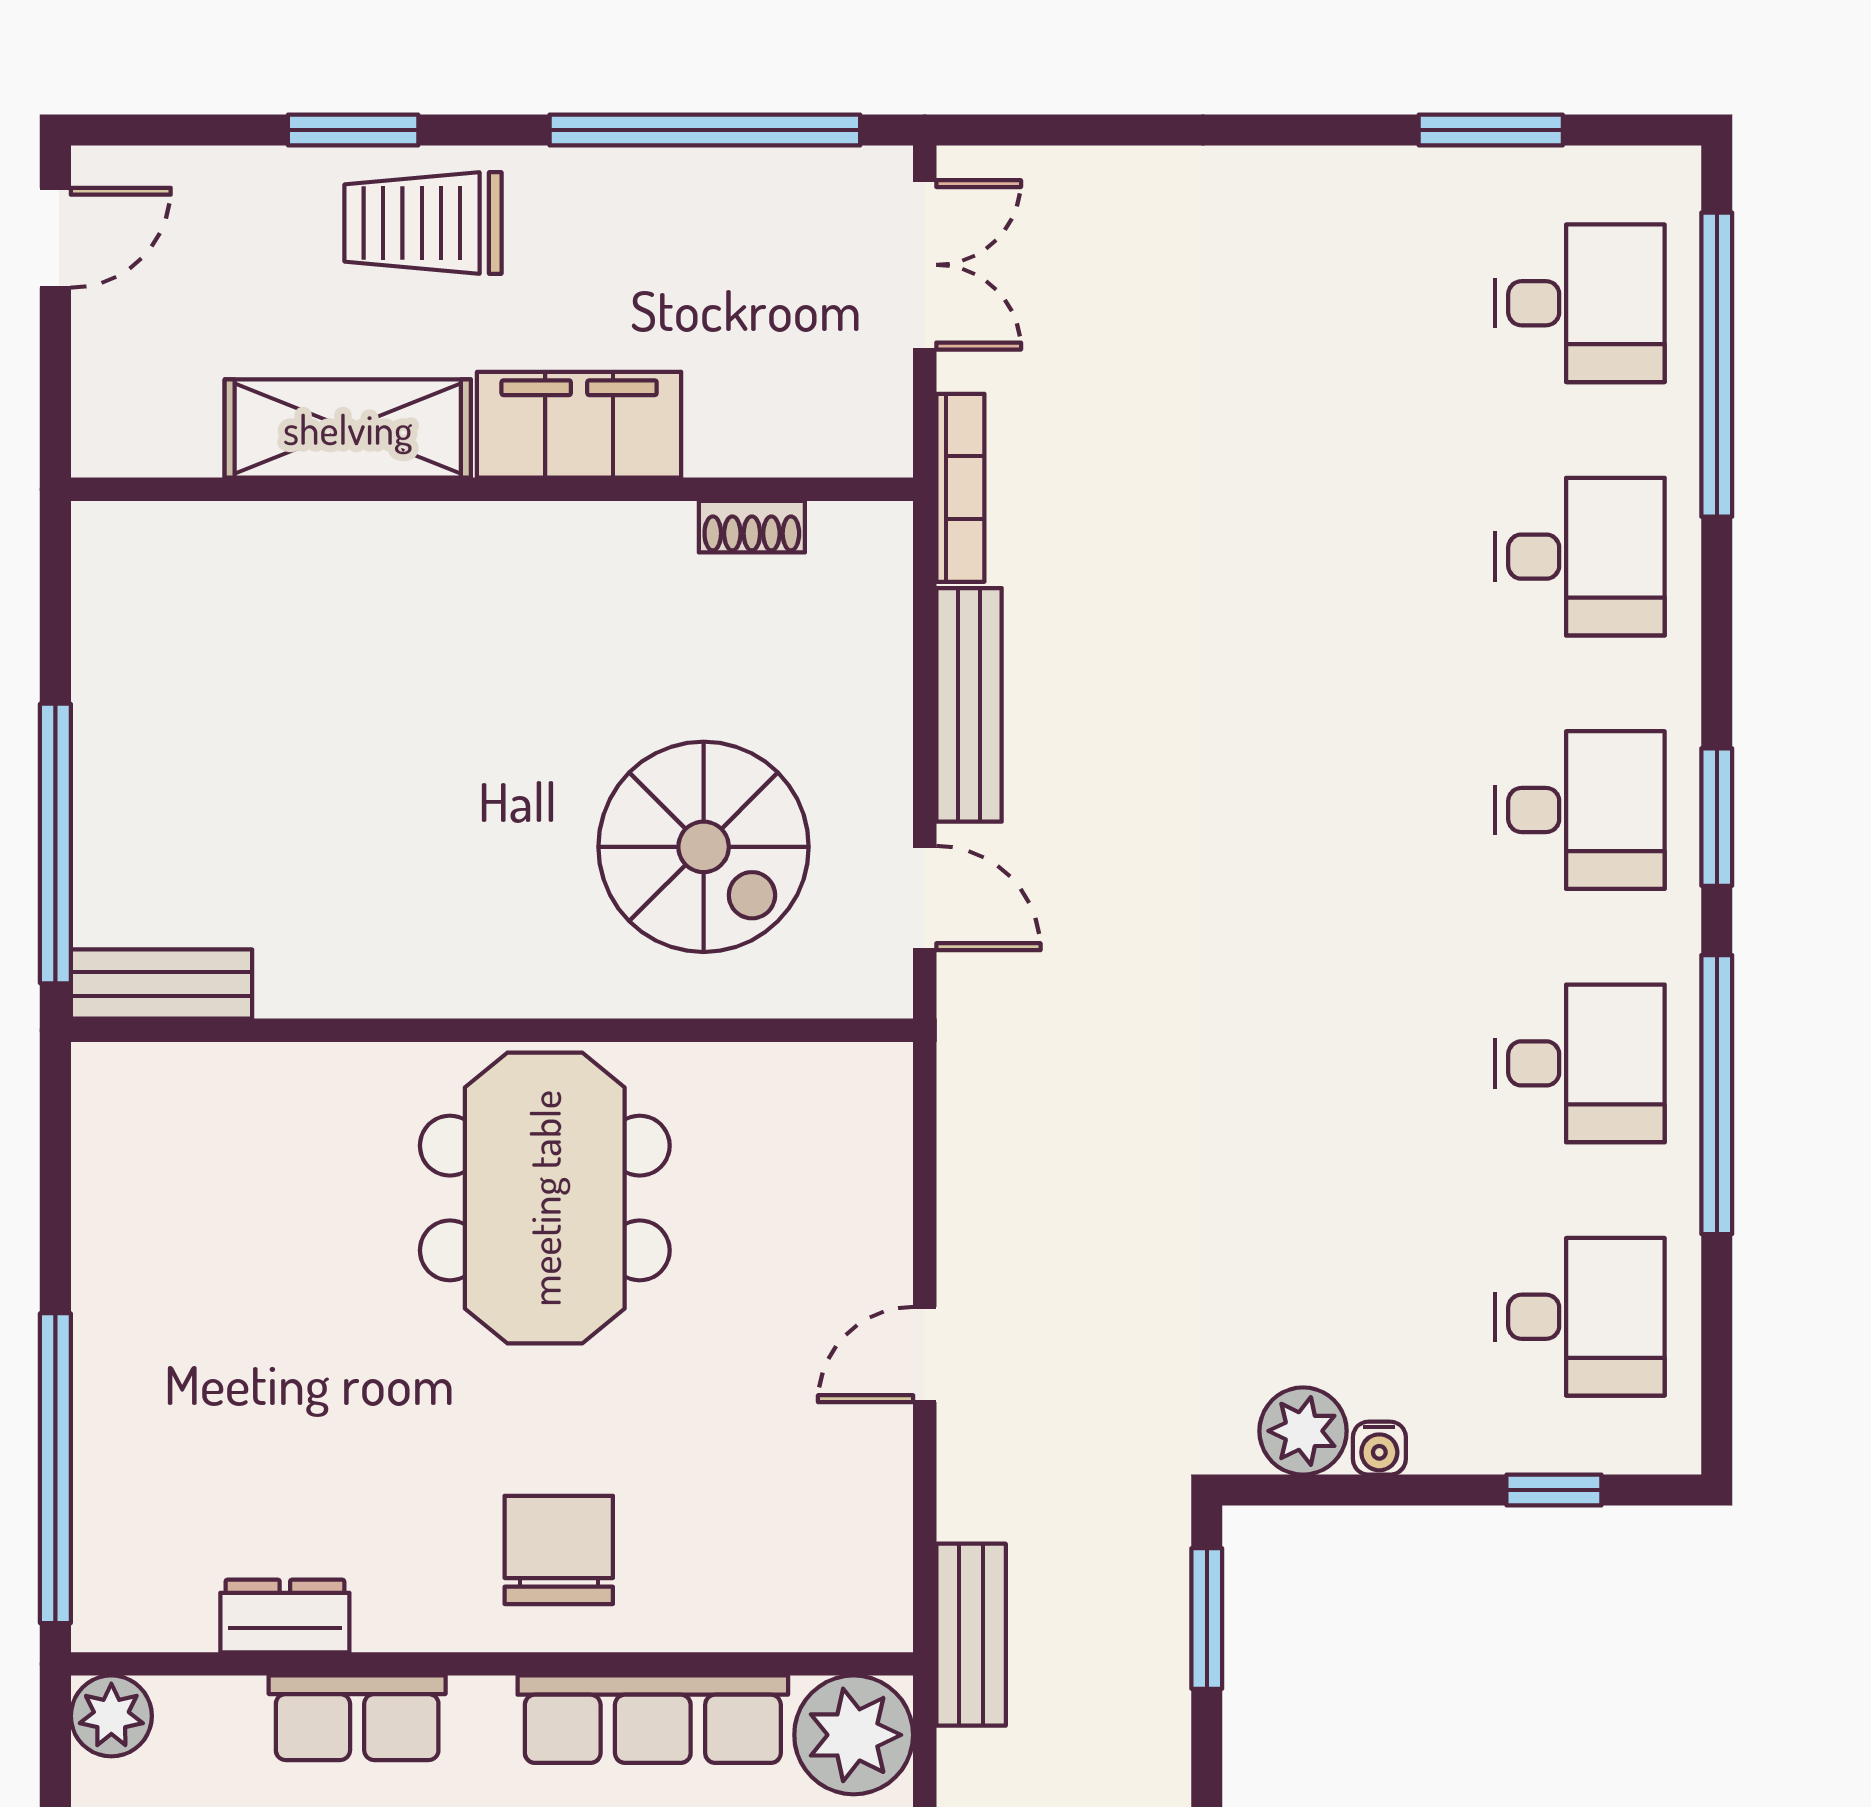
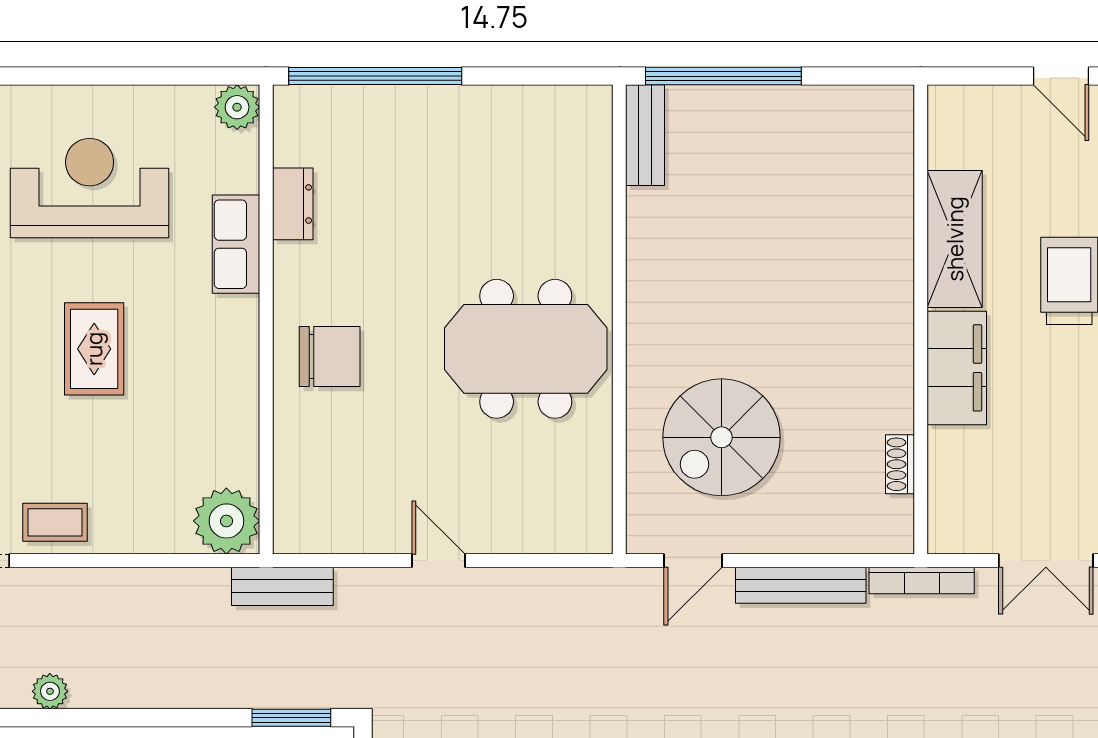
row of seats: (653, 1719) -> (235, 409), removed

